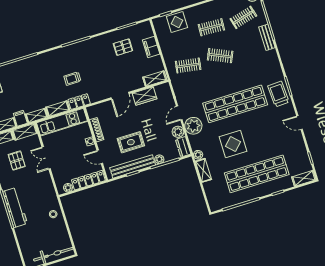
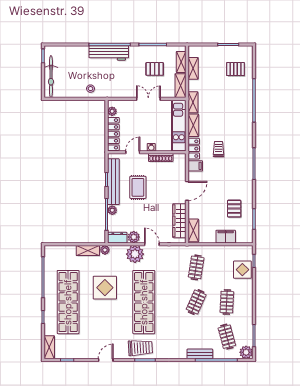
door: (120, 96) -> (187, 191), swing flipped
wardrobe: (145, 96) -> (179, 221), width x1.50
filing cabinet: (20, 118) -> (195, 166), moved

